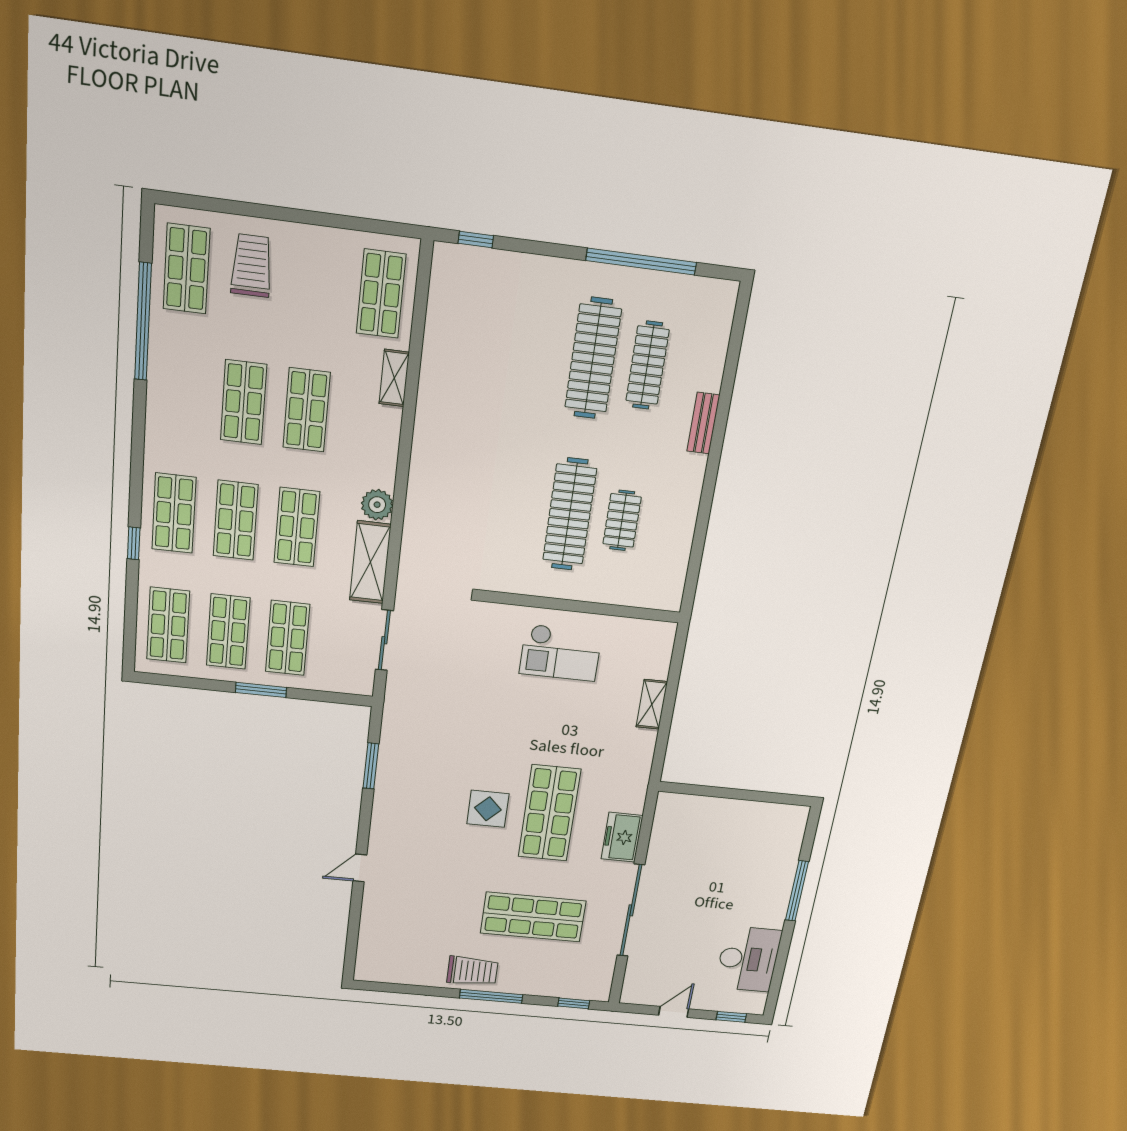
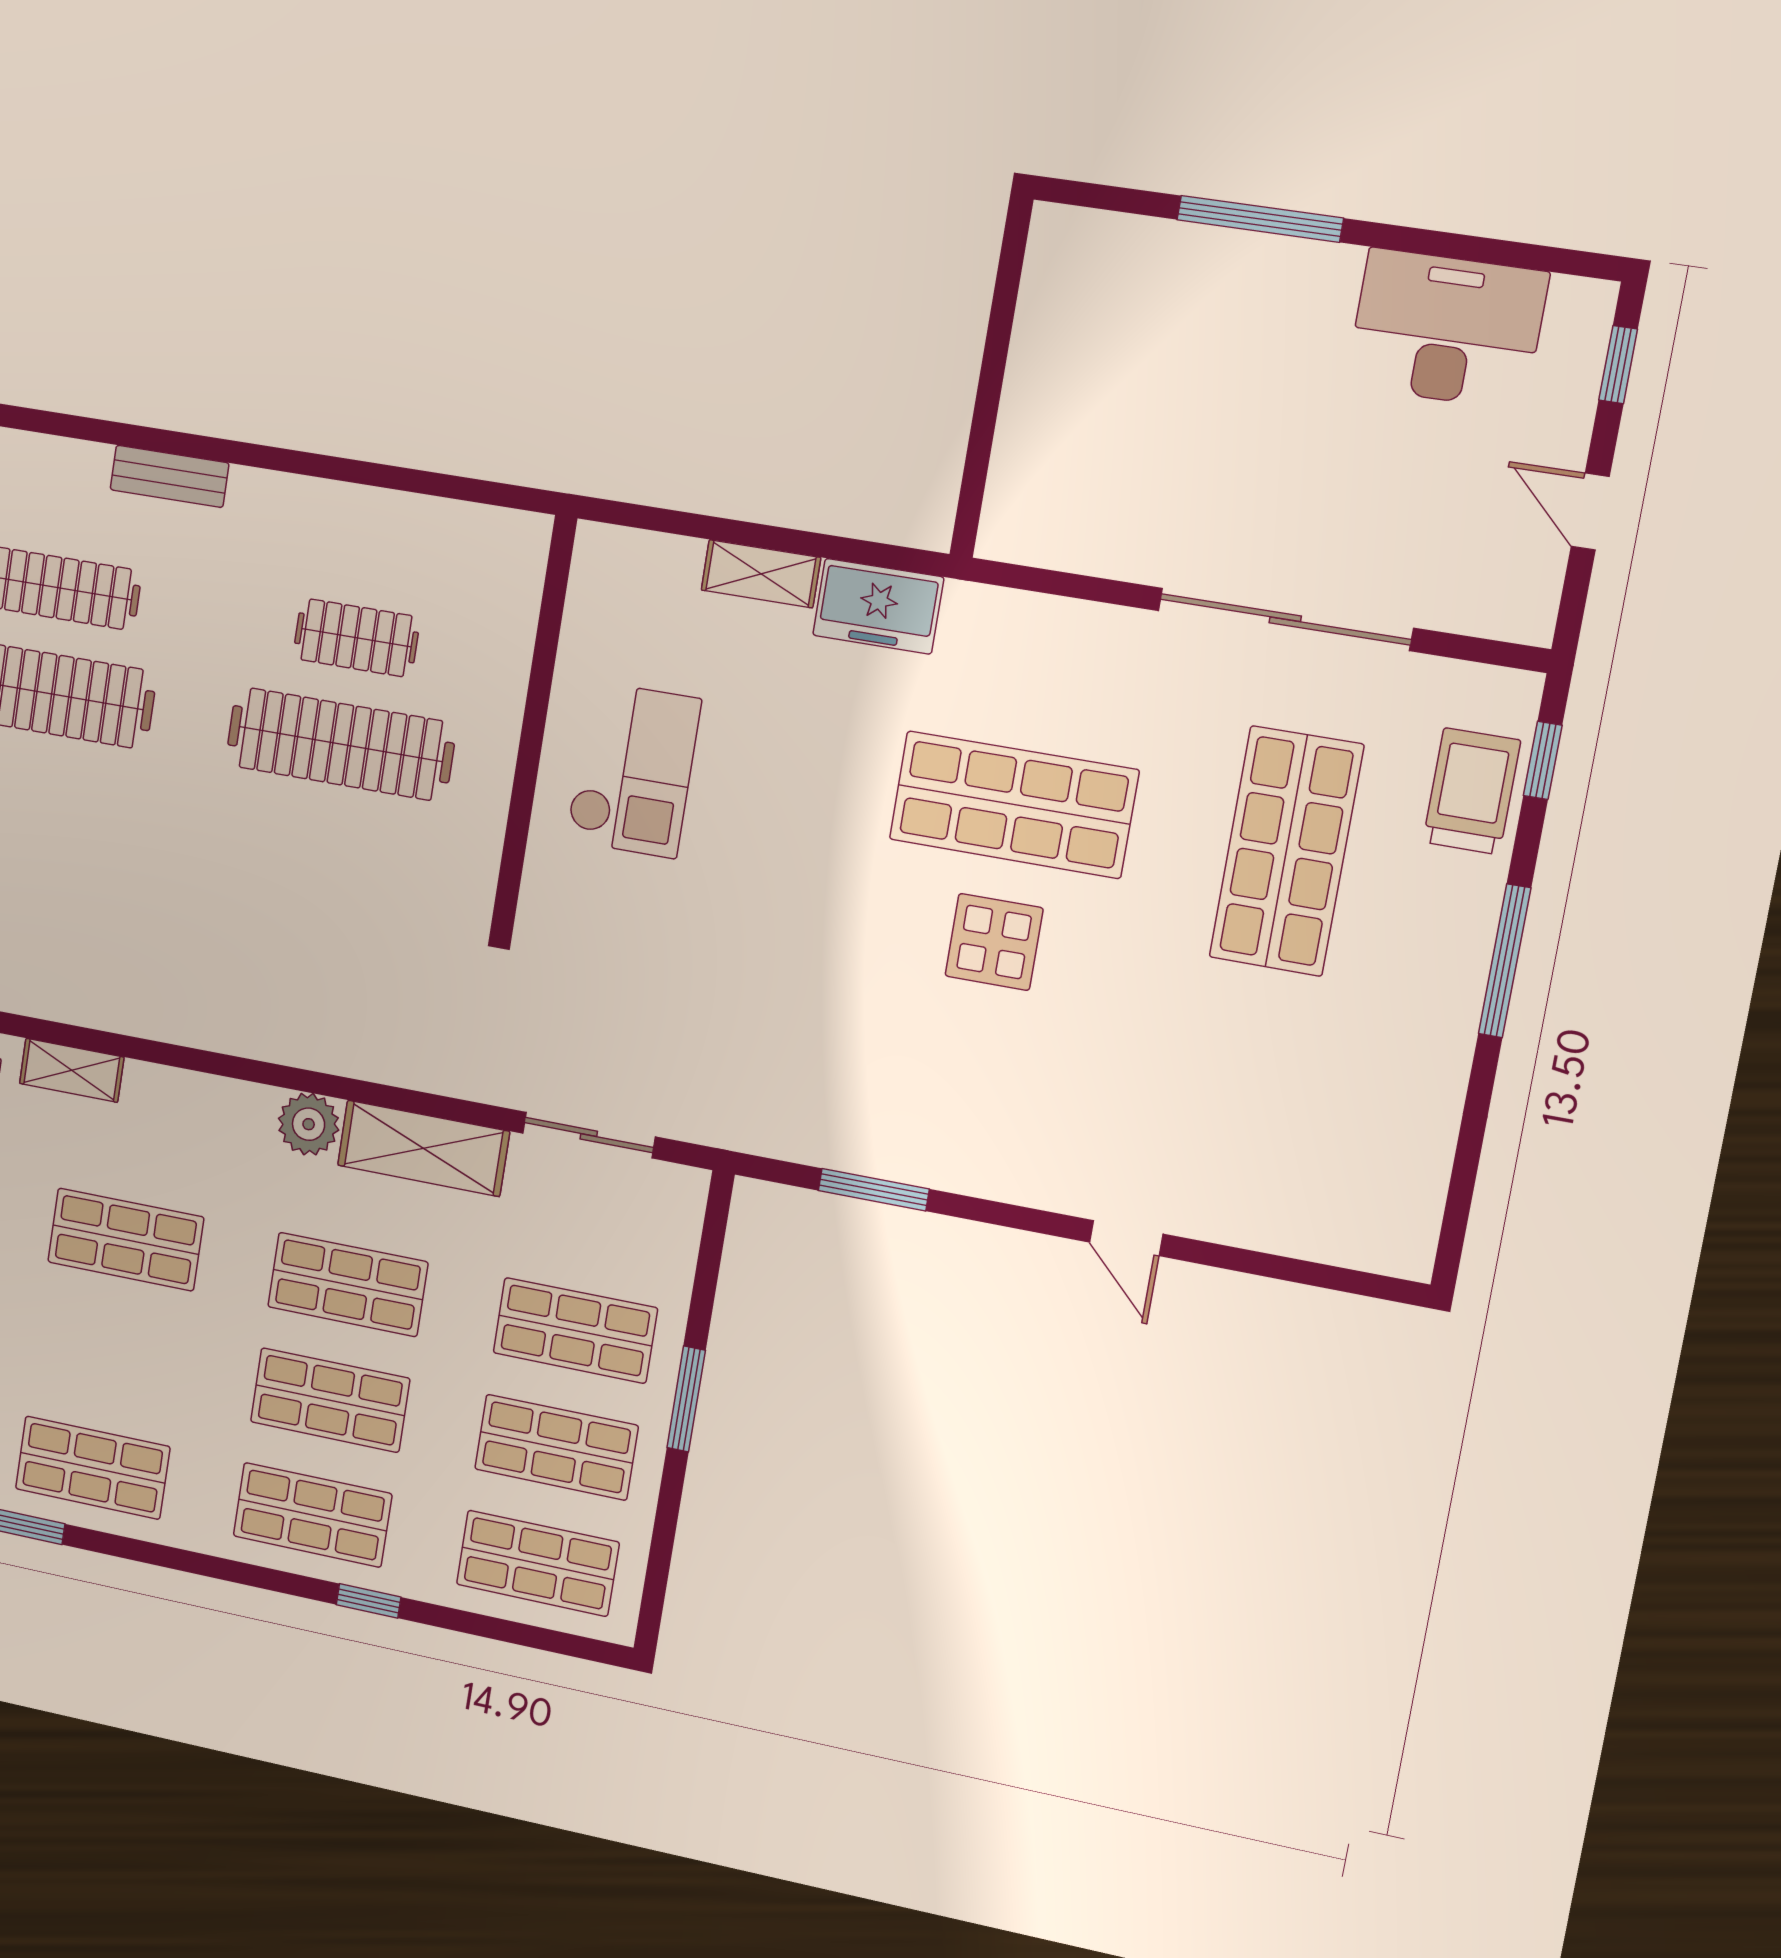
shop shelf: (244, 402) -> (93, 1468), moved
freezer: (622, 837) -> (878, 606), moved
trolley: (472, 971) -> (1472, 791), moved

